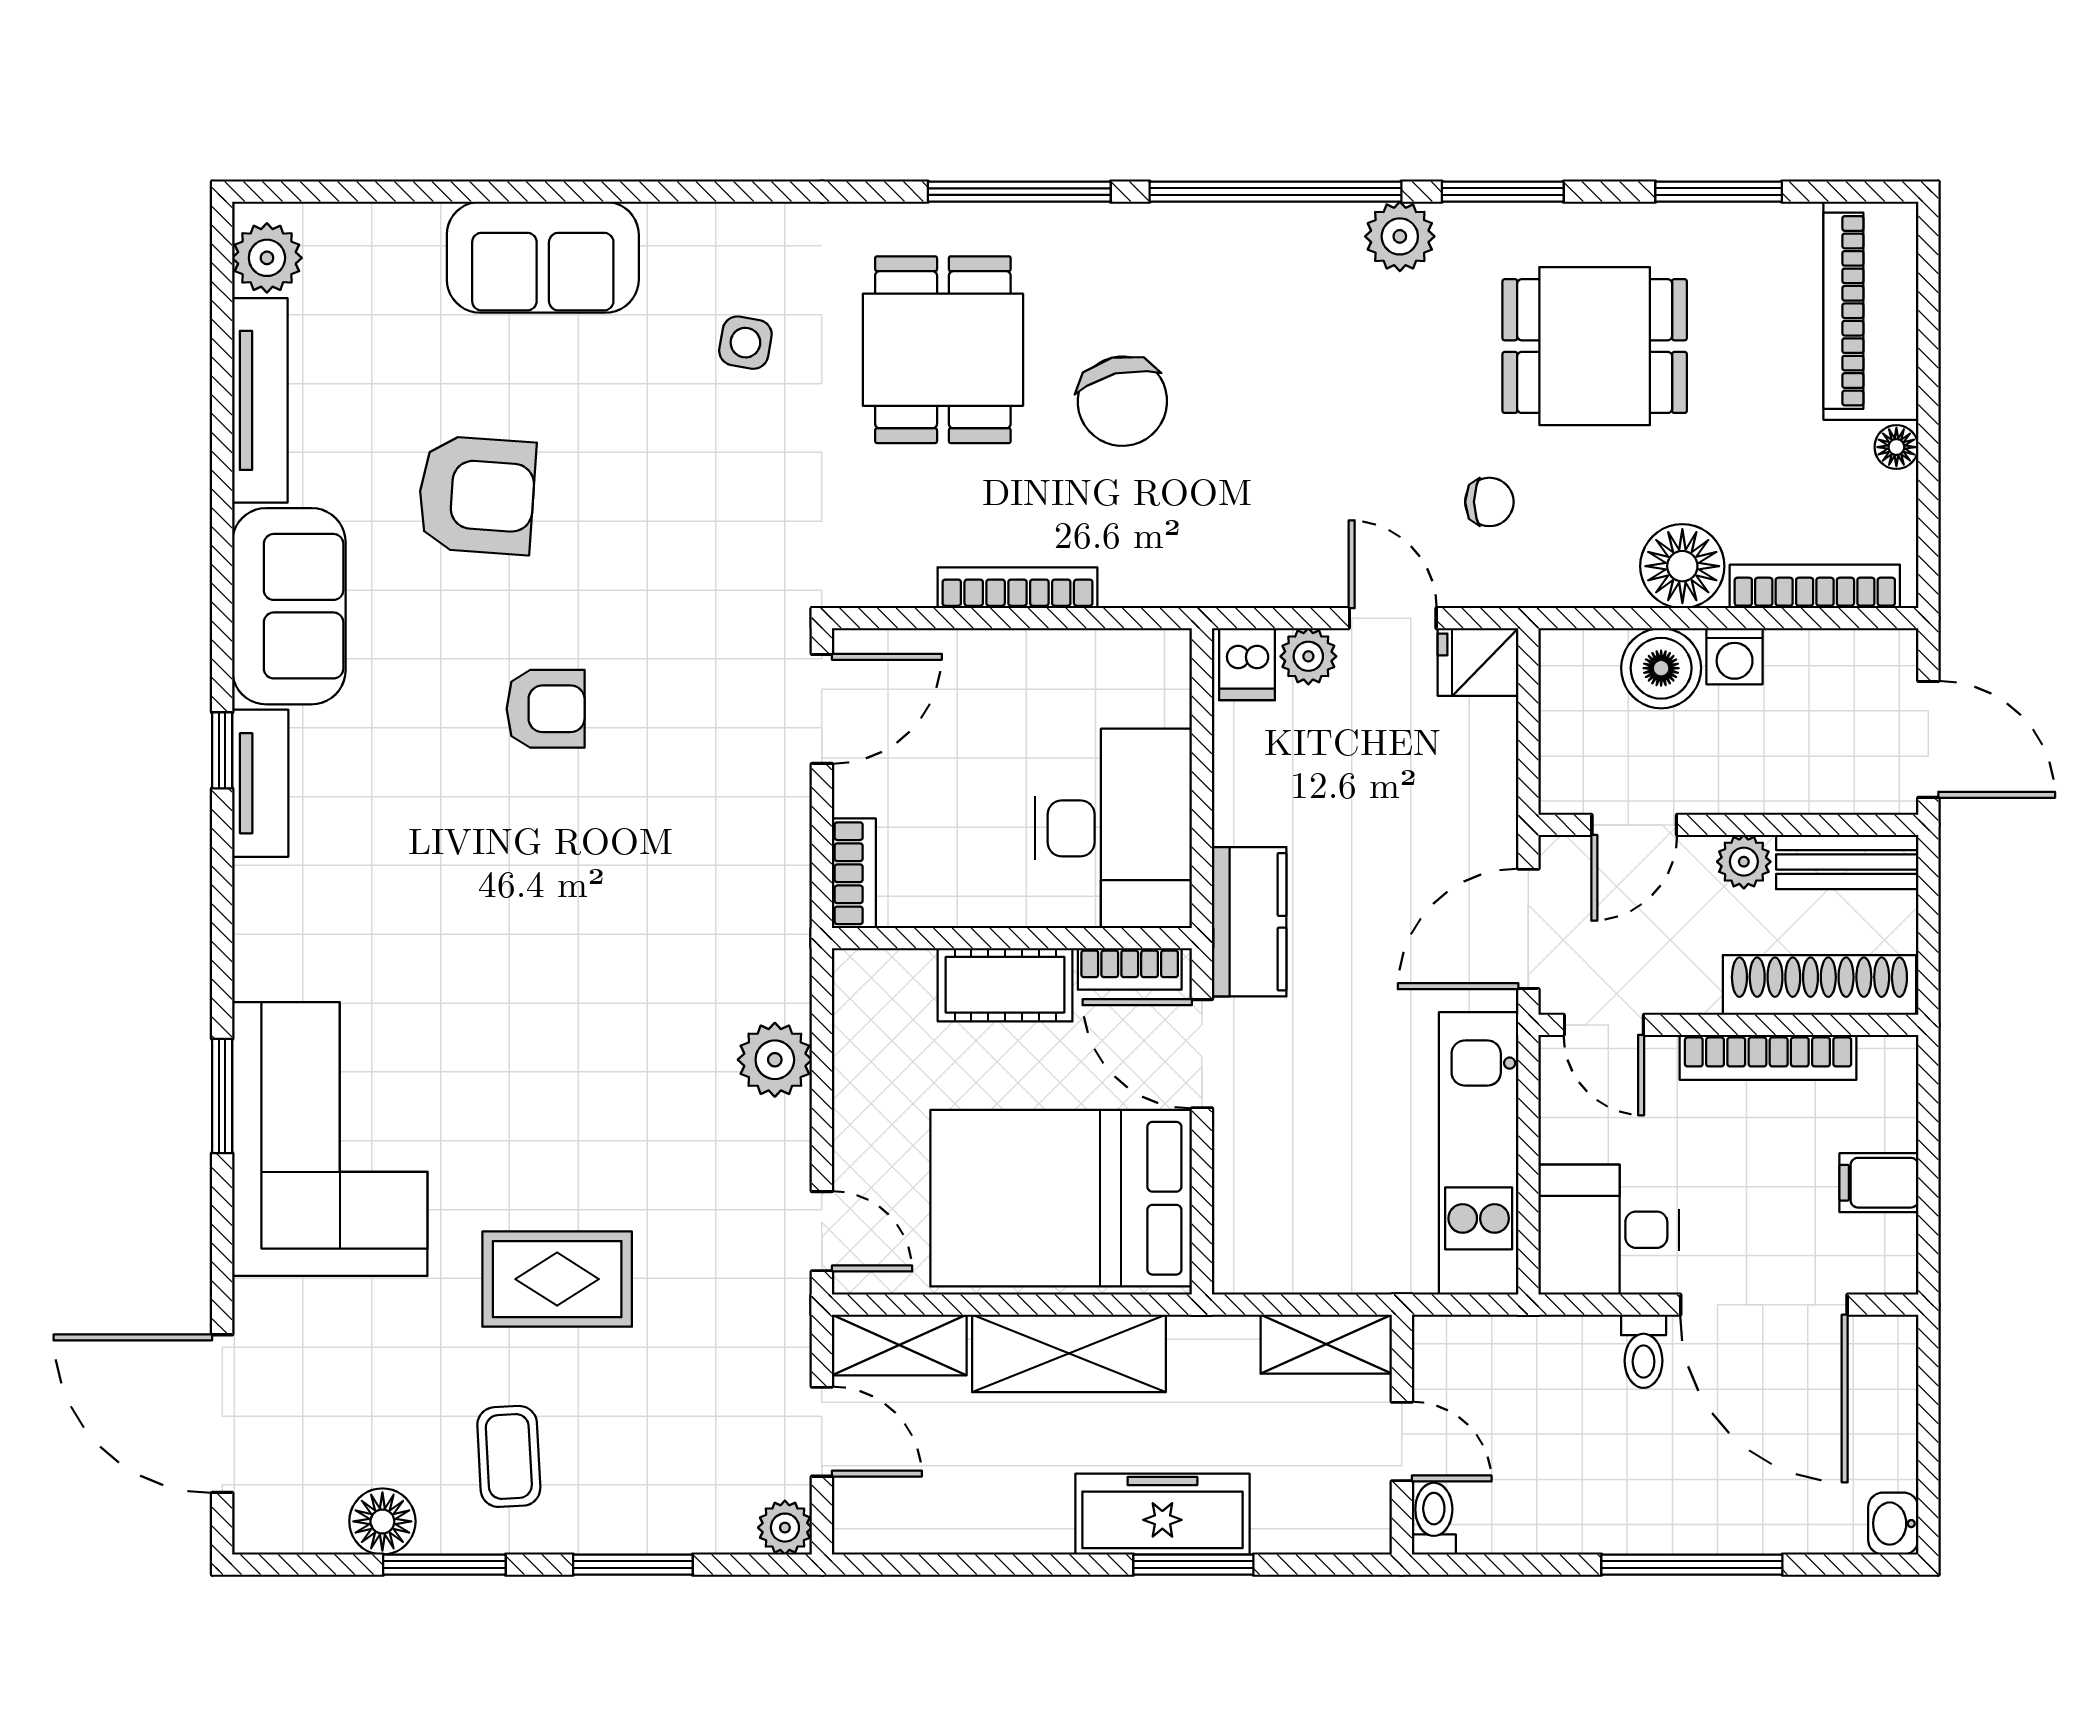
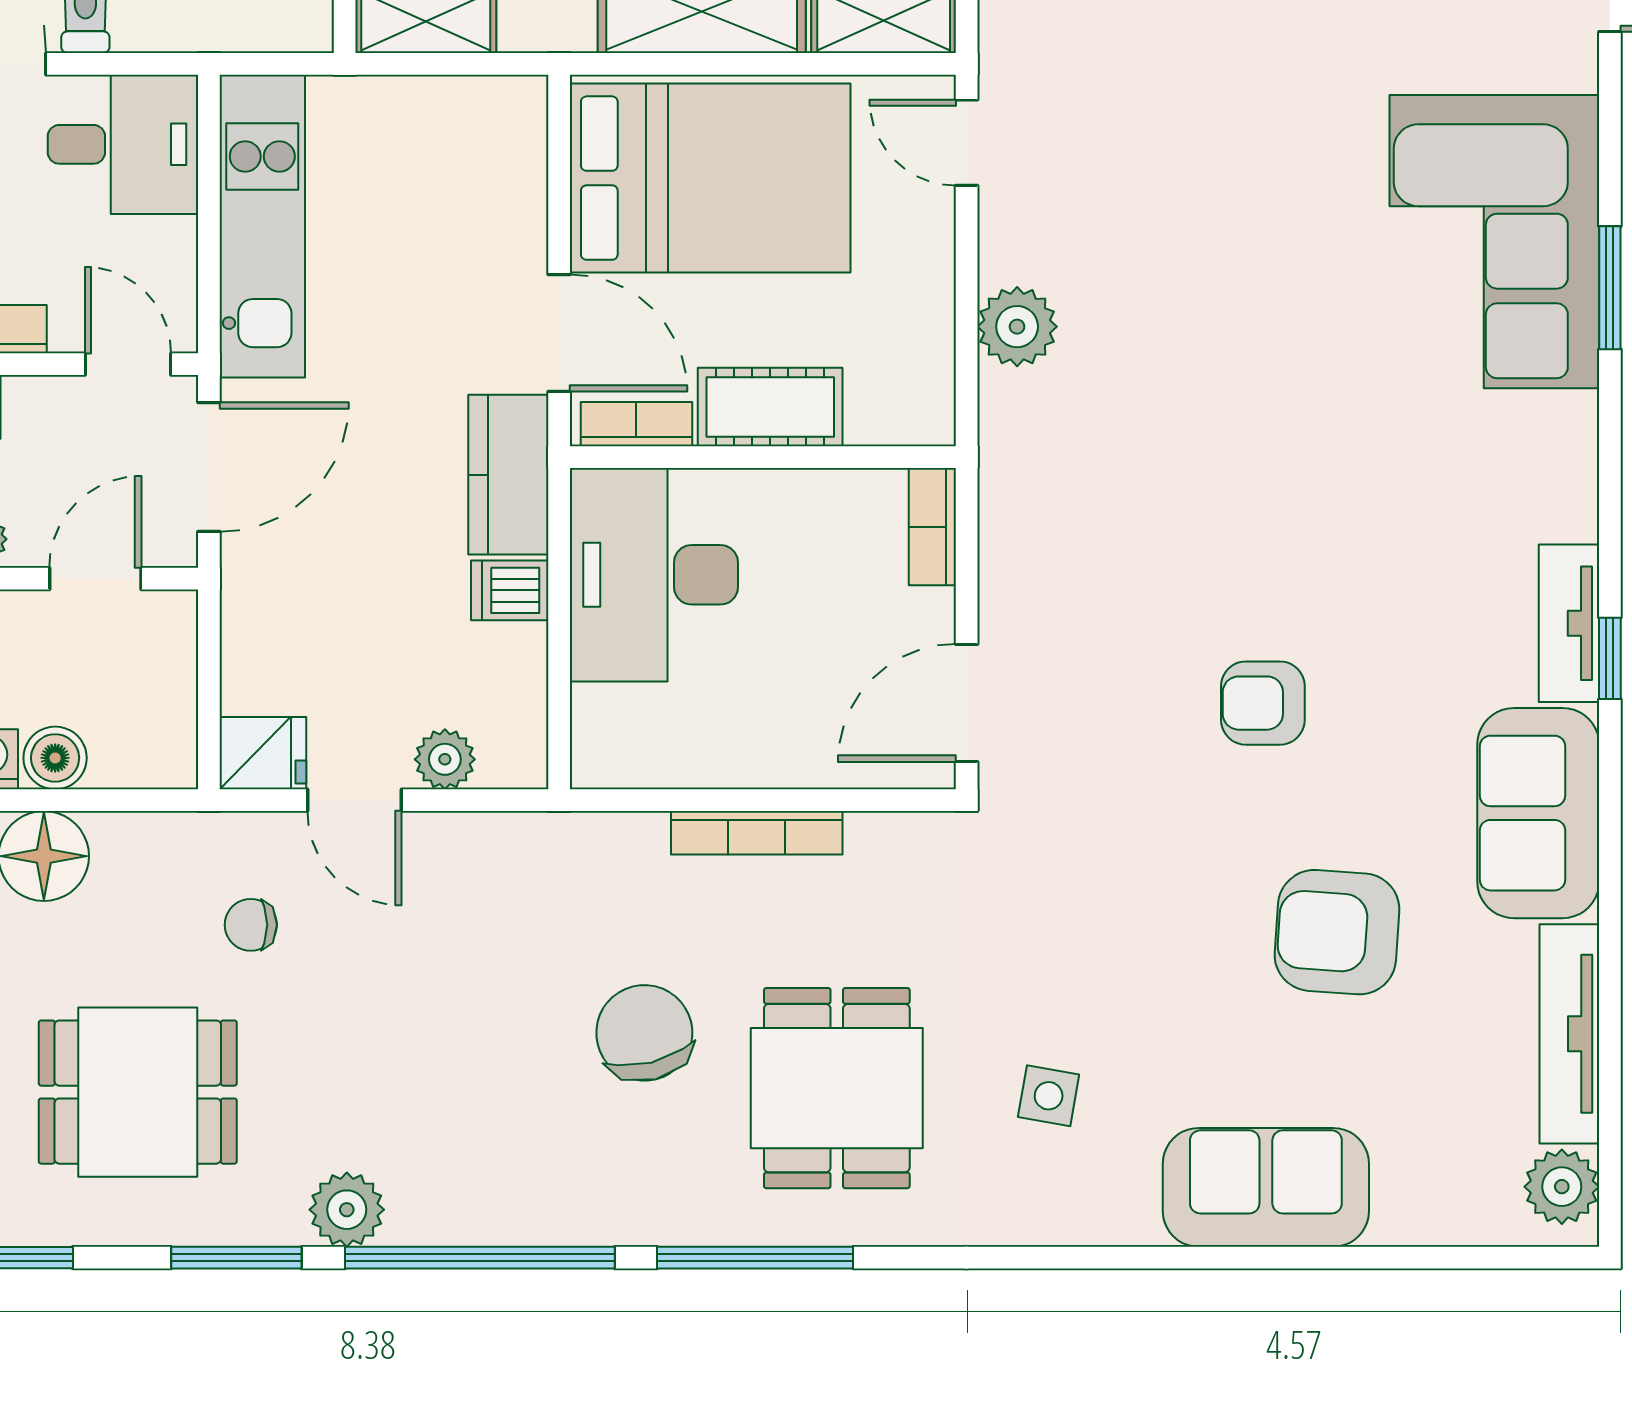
dishwasher: (1247, 664) -> (510, 590), moved, turned -90
boiler: (1661, 668) -> (55, 758), width x0.73, depth x0.73
rug: (557, 1279) -> (1251, 91), removed

